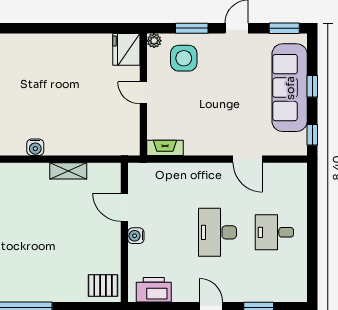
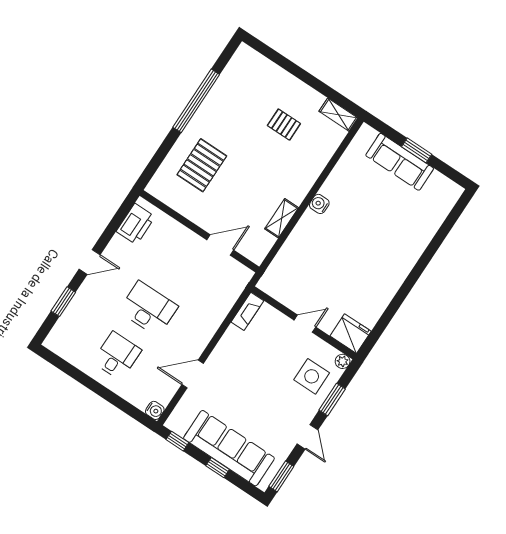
water cooler: (136, 236) -> (155, 410), moved, turned 90
pallet: (103, 285) -> (202, 165), moved, width x1.50, depth x1.42

